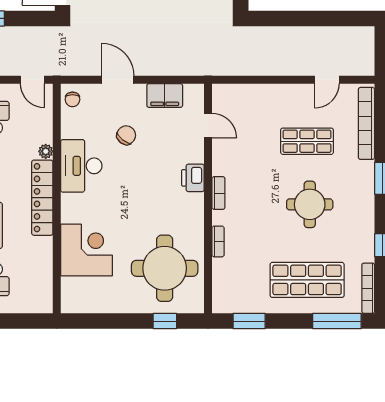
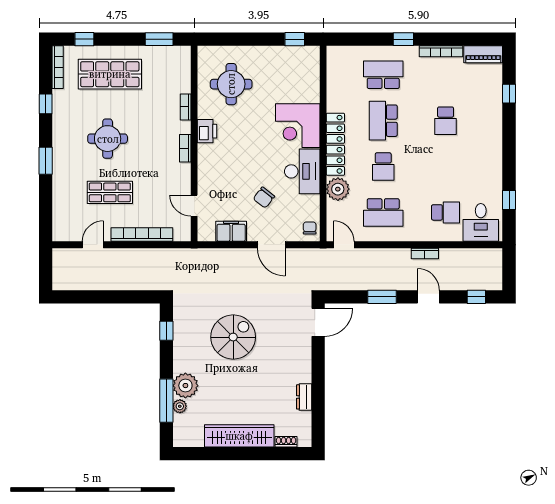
bookcase: (366, 123) -> (142, 235), moved, turned -90
plant: (46, 151) -> (338, 189), width x1.88, depth x1.88
printer: (193, 178) -> (207, 131), moved
corner desk: (86, 250) -> (298, 126), moved
round table: (165, 268) -> (231, 84), width x0.73, depth x0.73
window: (165, 321) -> (295, 39), moved
window: (337, 321) -> (84, 39), width x0.46

